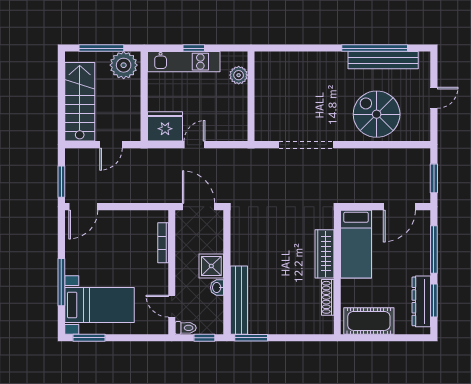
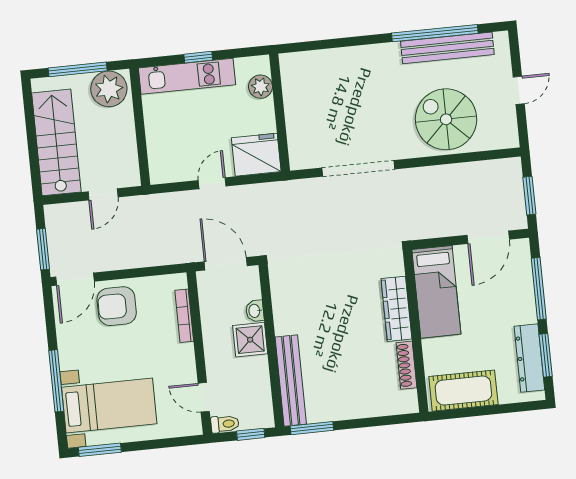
fridge: (165, 126) -> (256, 155), moved
armchair: (113, 230) -> (117, 306), added
washbasin: (217, 288) -> (255, 311), moved

